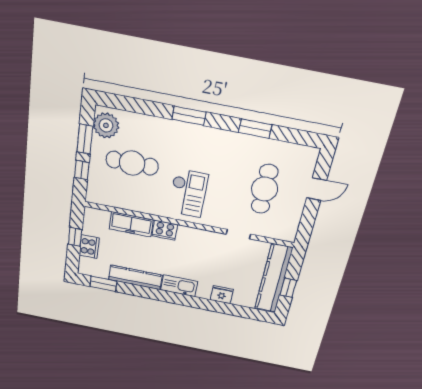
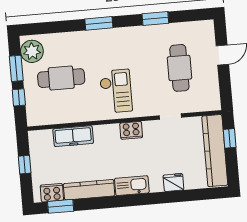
cooker: (165, 230) -> (131, 130), moved
cooker: (89, 247) -> (52, 193), moved, turned -90
window: (288, 288) -> (230, 138), moved

